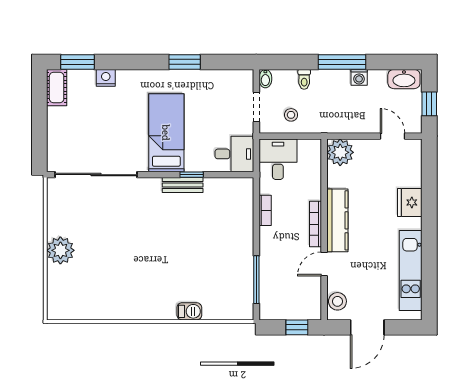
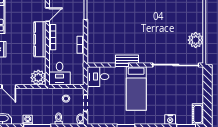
desk: (278, 159) -> (60, 74), moved
plant: (60, 250) -> (196, 40), moved

